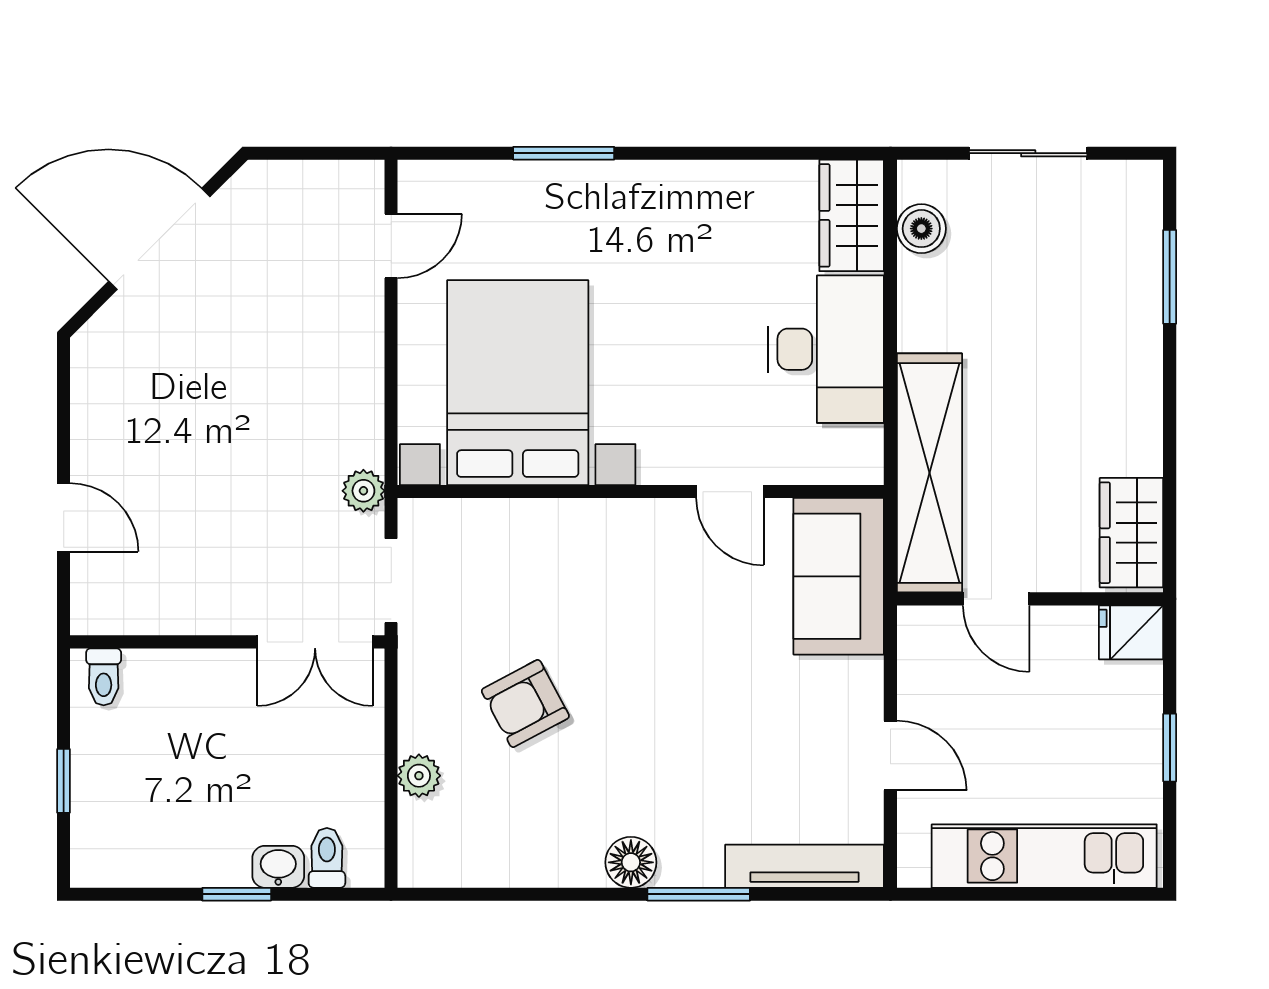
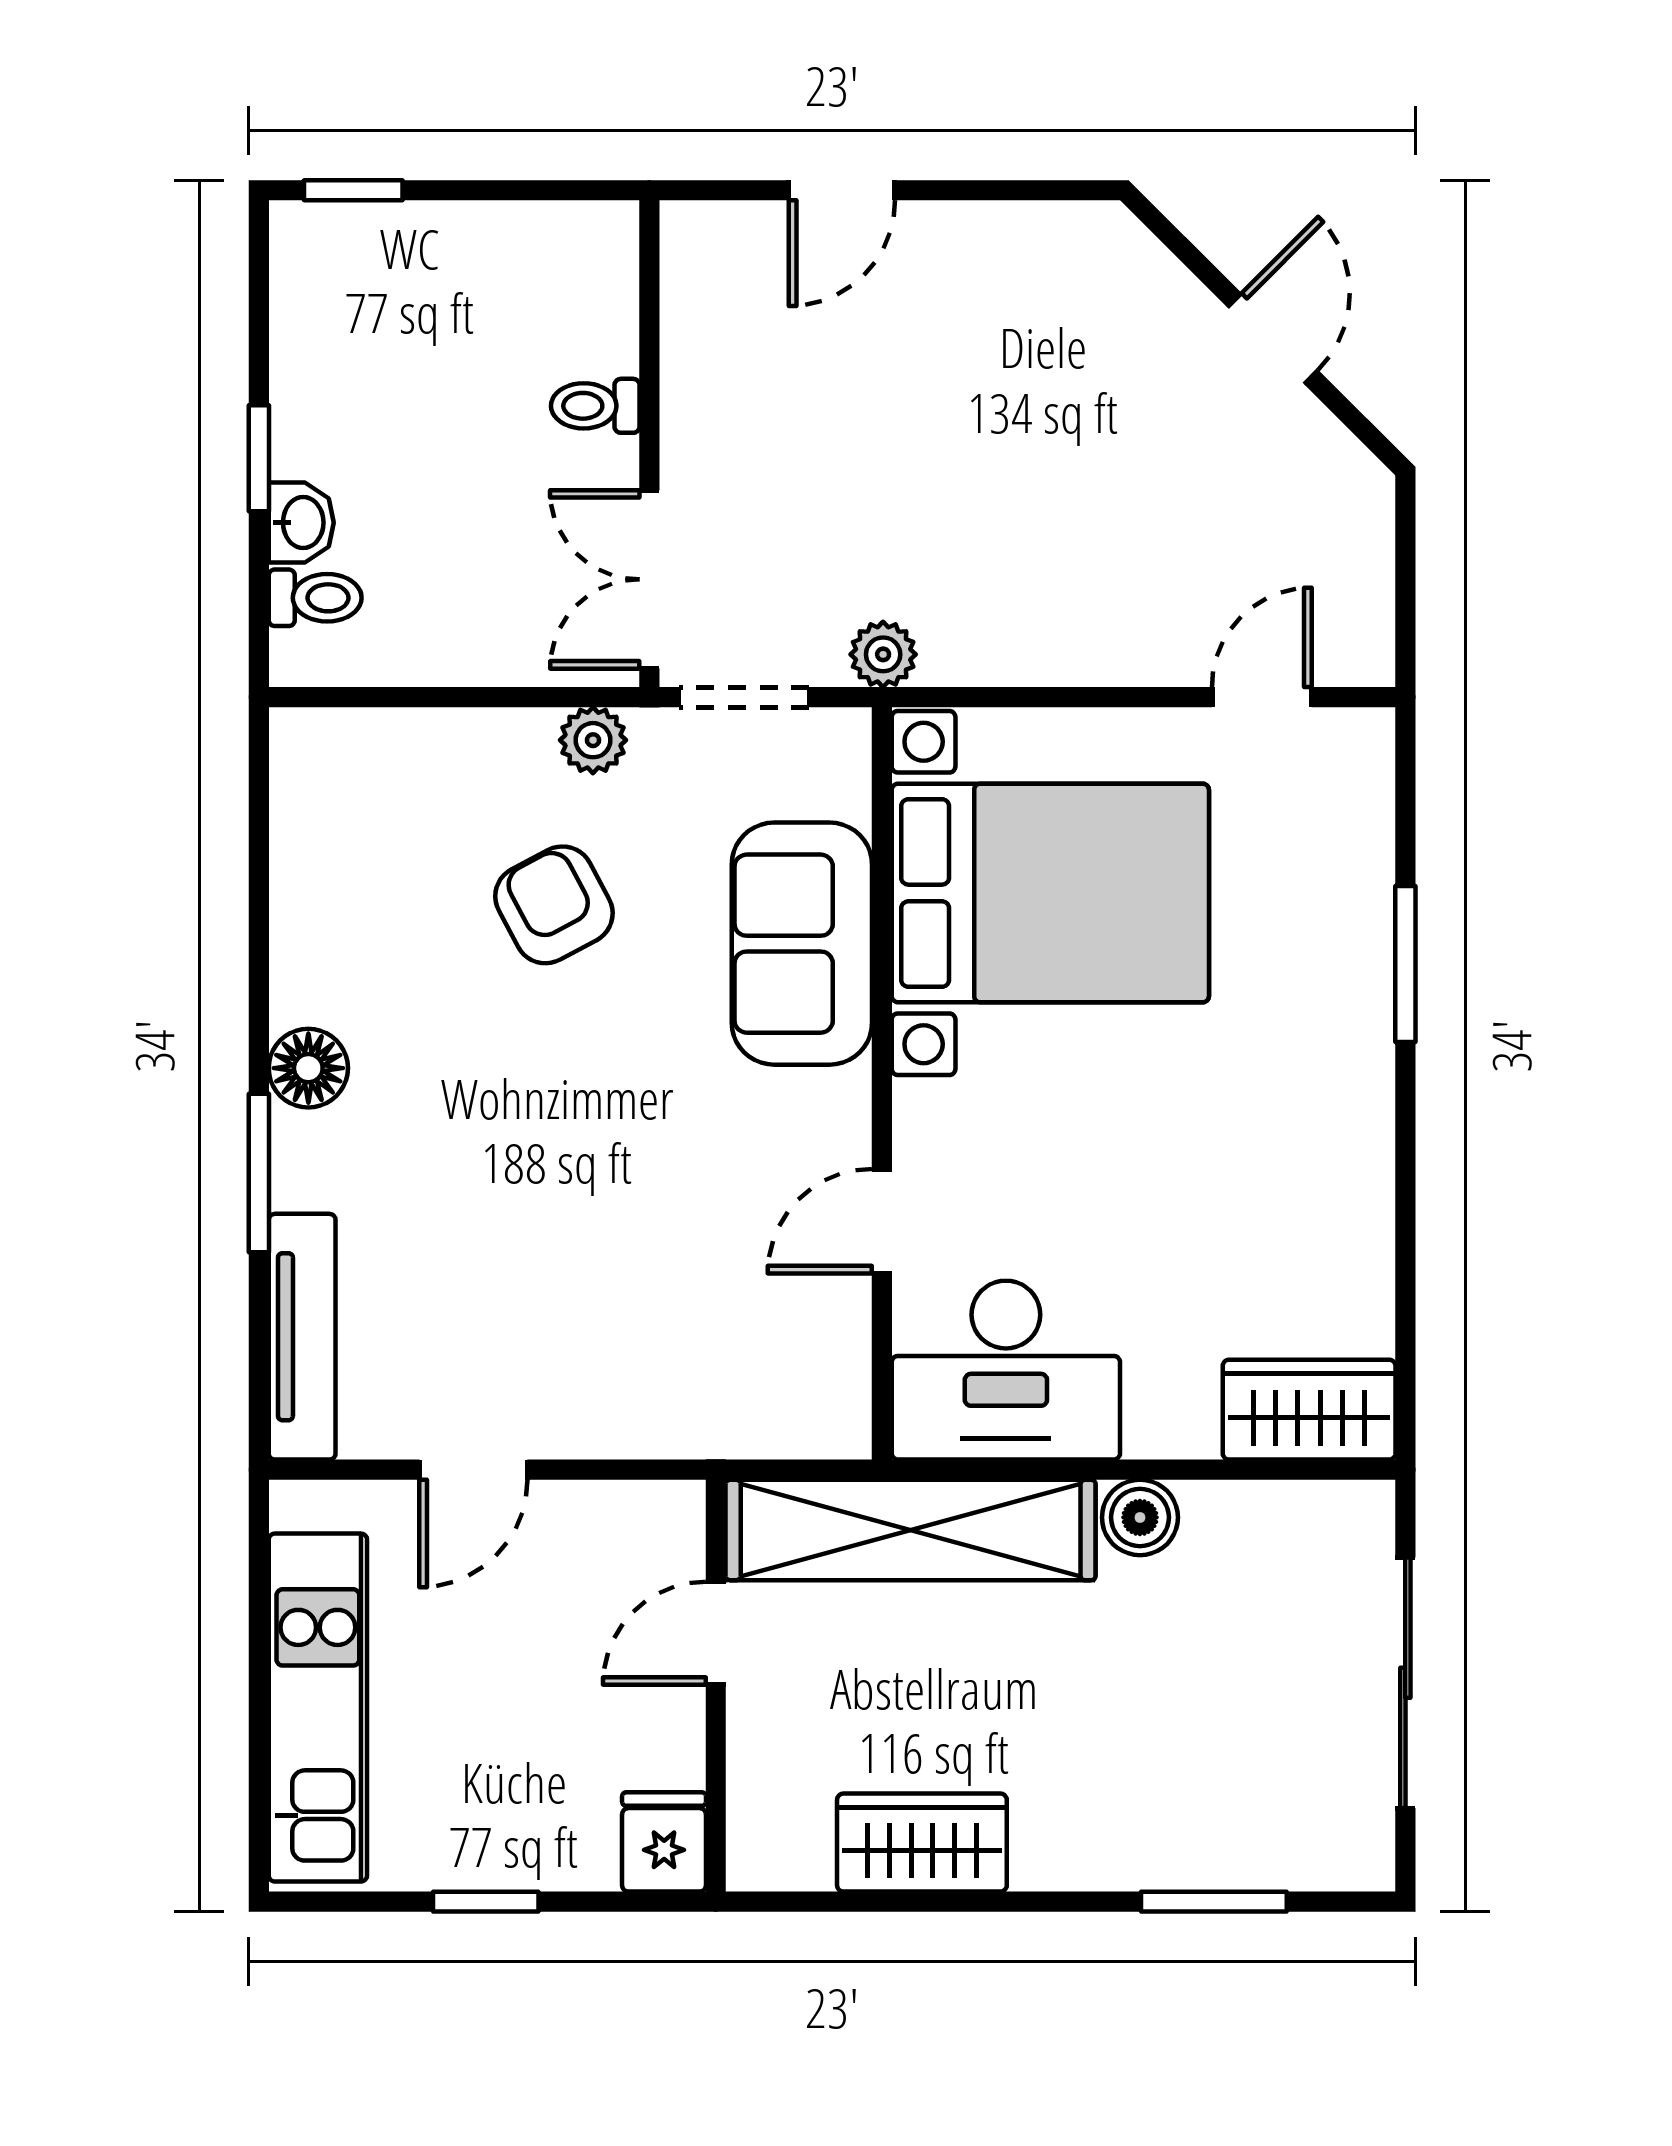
sliding door: (1028, 153) -> (1405, 1683), width x1.37
boiler: (921, 229) -> (1140, 1517), moved
door: (159, 239) -> (1273, 339), width x0.53
door: (391, 246) -> (1262, 697), swing flipped
desk: (826, 349) -> (1006, 1370), moved
wardrobe: (1131, 533) -> (922, 1843), moved
sofa: (839, 576) -> (802, 944), moved, turned -90
toilet: (104, 677) -> (595, 406), moved
plant: (419, 776) -> (593, 740), moved
window: (64, 781) -> (353, 190), moved

